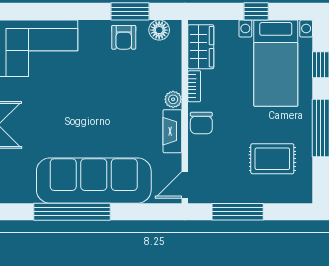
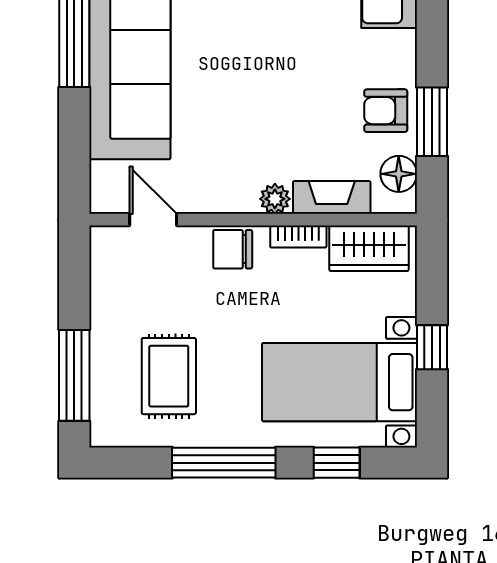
fireplace: (172, 131) -> (332, 197), moved
door: (185, 185) -> (153, 220), moved
window: (238, 212) -> (74, 375), moved

